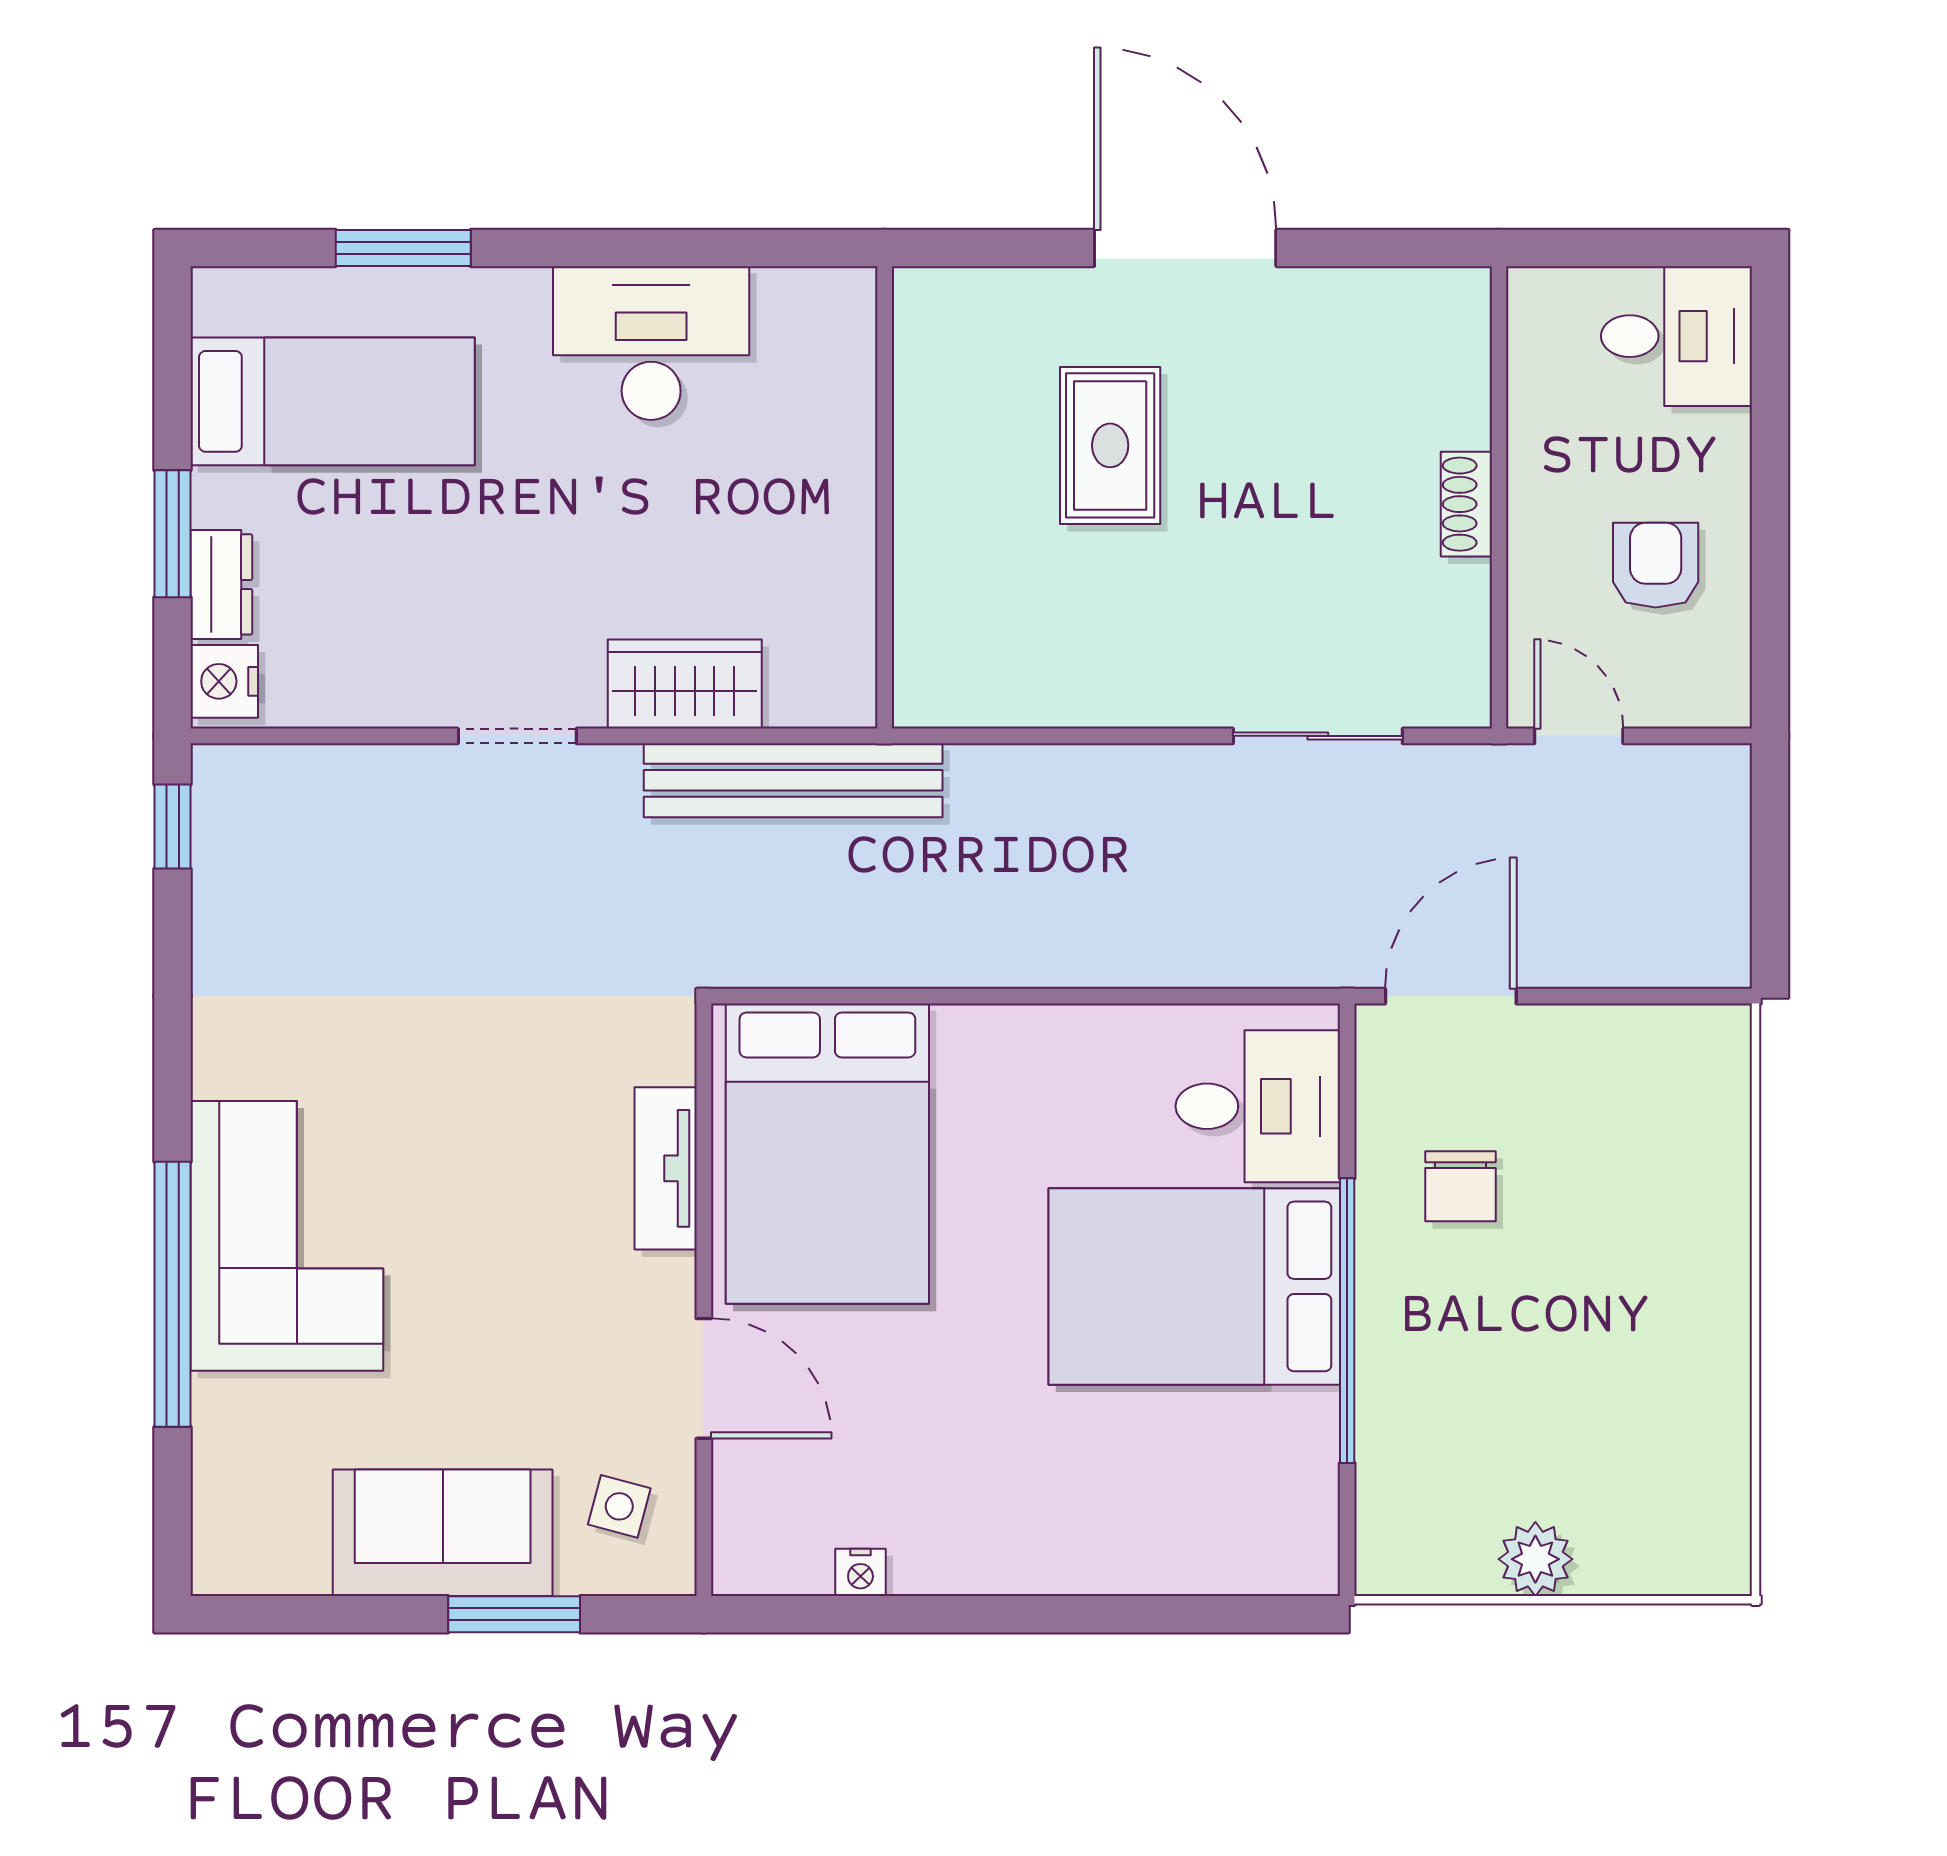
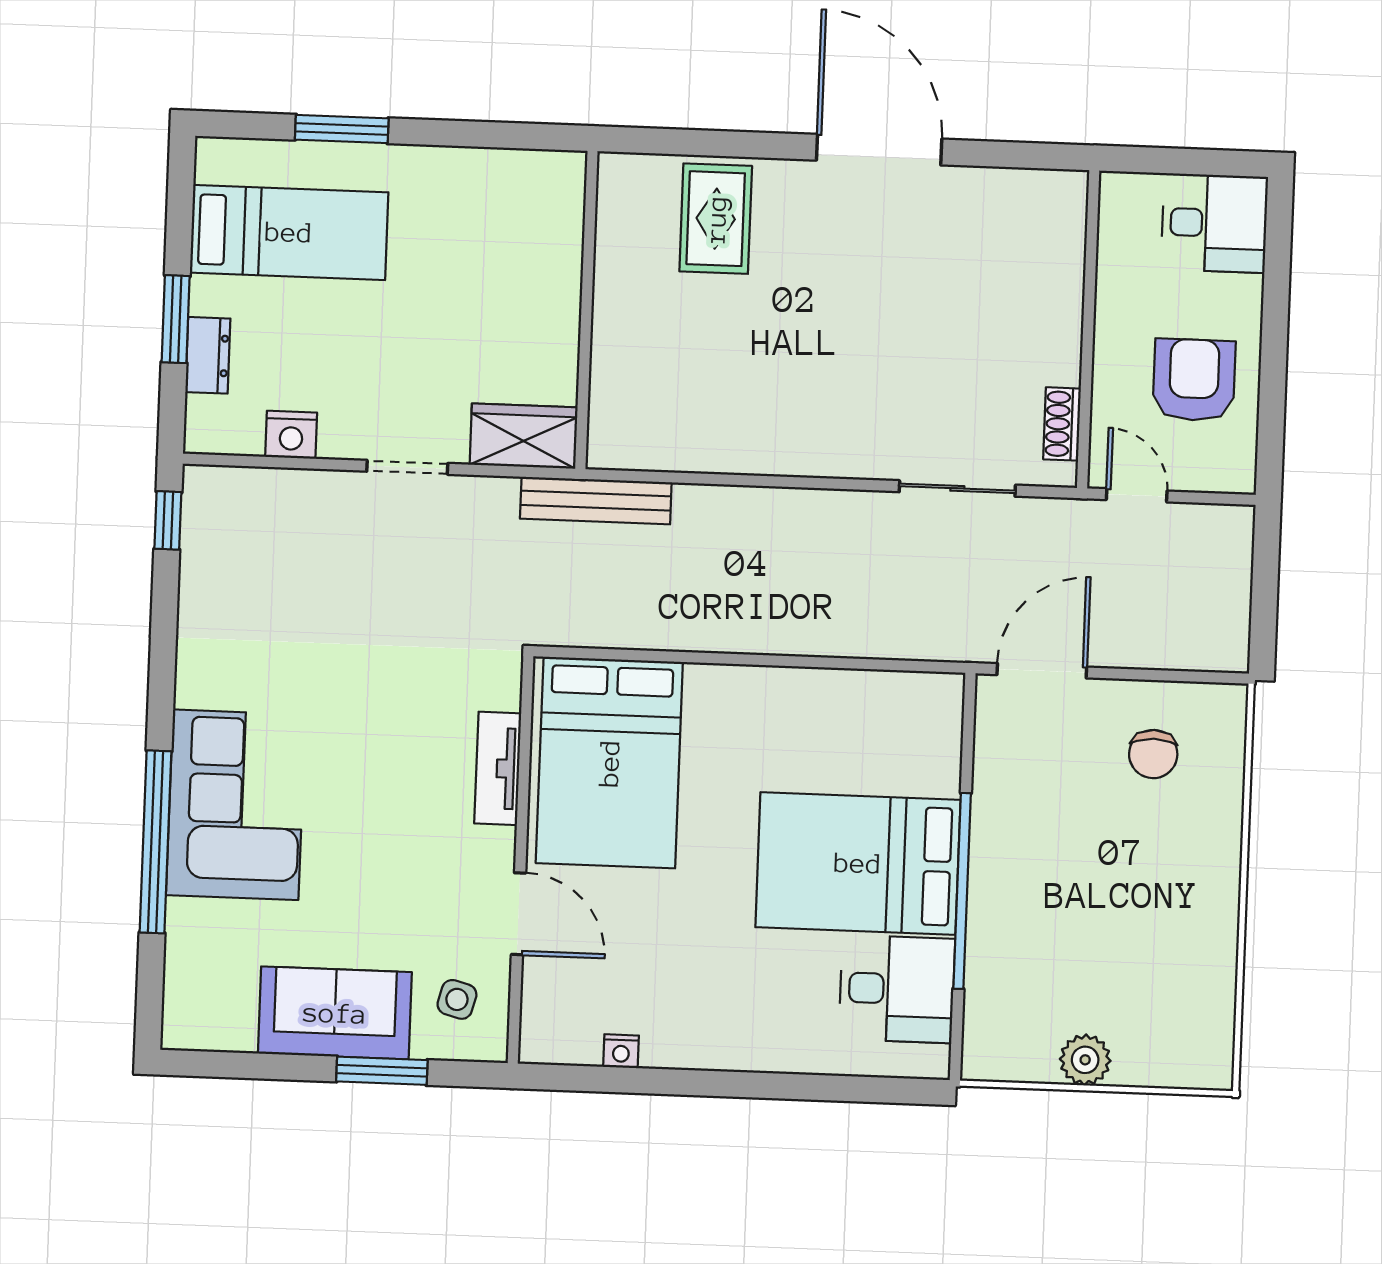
desk: (651, 343) -> (510, 201), removed
rug: (1110, 445) -> (716, 219), moved
wall: (885, 497) -> (586, 310), moved
shoe rack: (1466, 504) -> (1062, 424), moved
armchair: (1656, 565) -> (1194, 380), width x1.38, depth x1.38
nightstand: (224, 681) -> (291, 435), moved, turned -90
bench: (793, 780) -> (596, 501), width x0.73, depth x0.82
desk: (1258, 1106) -> (897, 989), moved
chair: (1461, 1186) -> (1153, 754), moved

